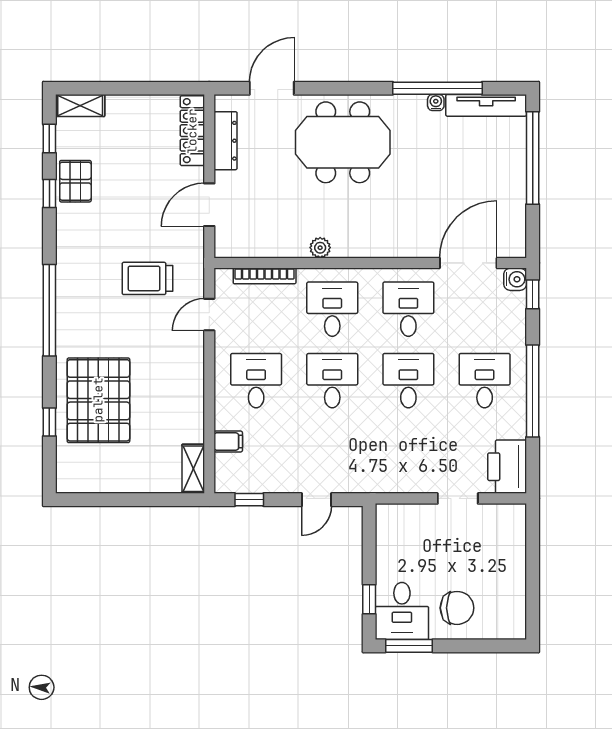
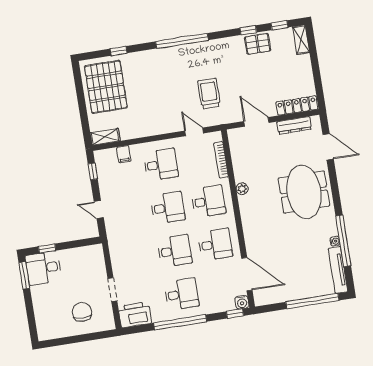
pallet: (98, 400) -> (106, 87), moved, turned 90
chair: (457, 608) -> (82, 312), moved, turned 180

